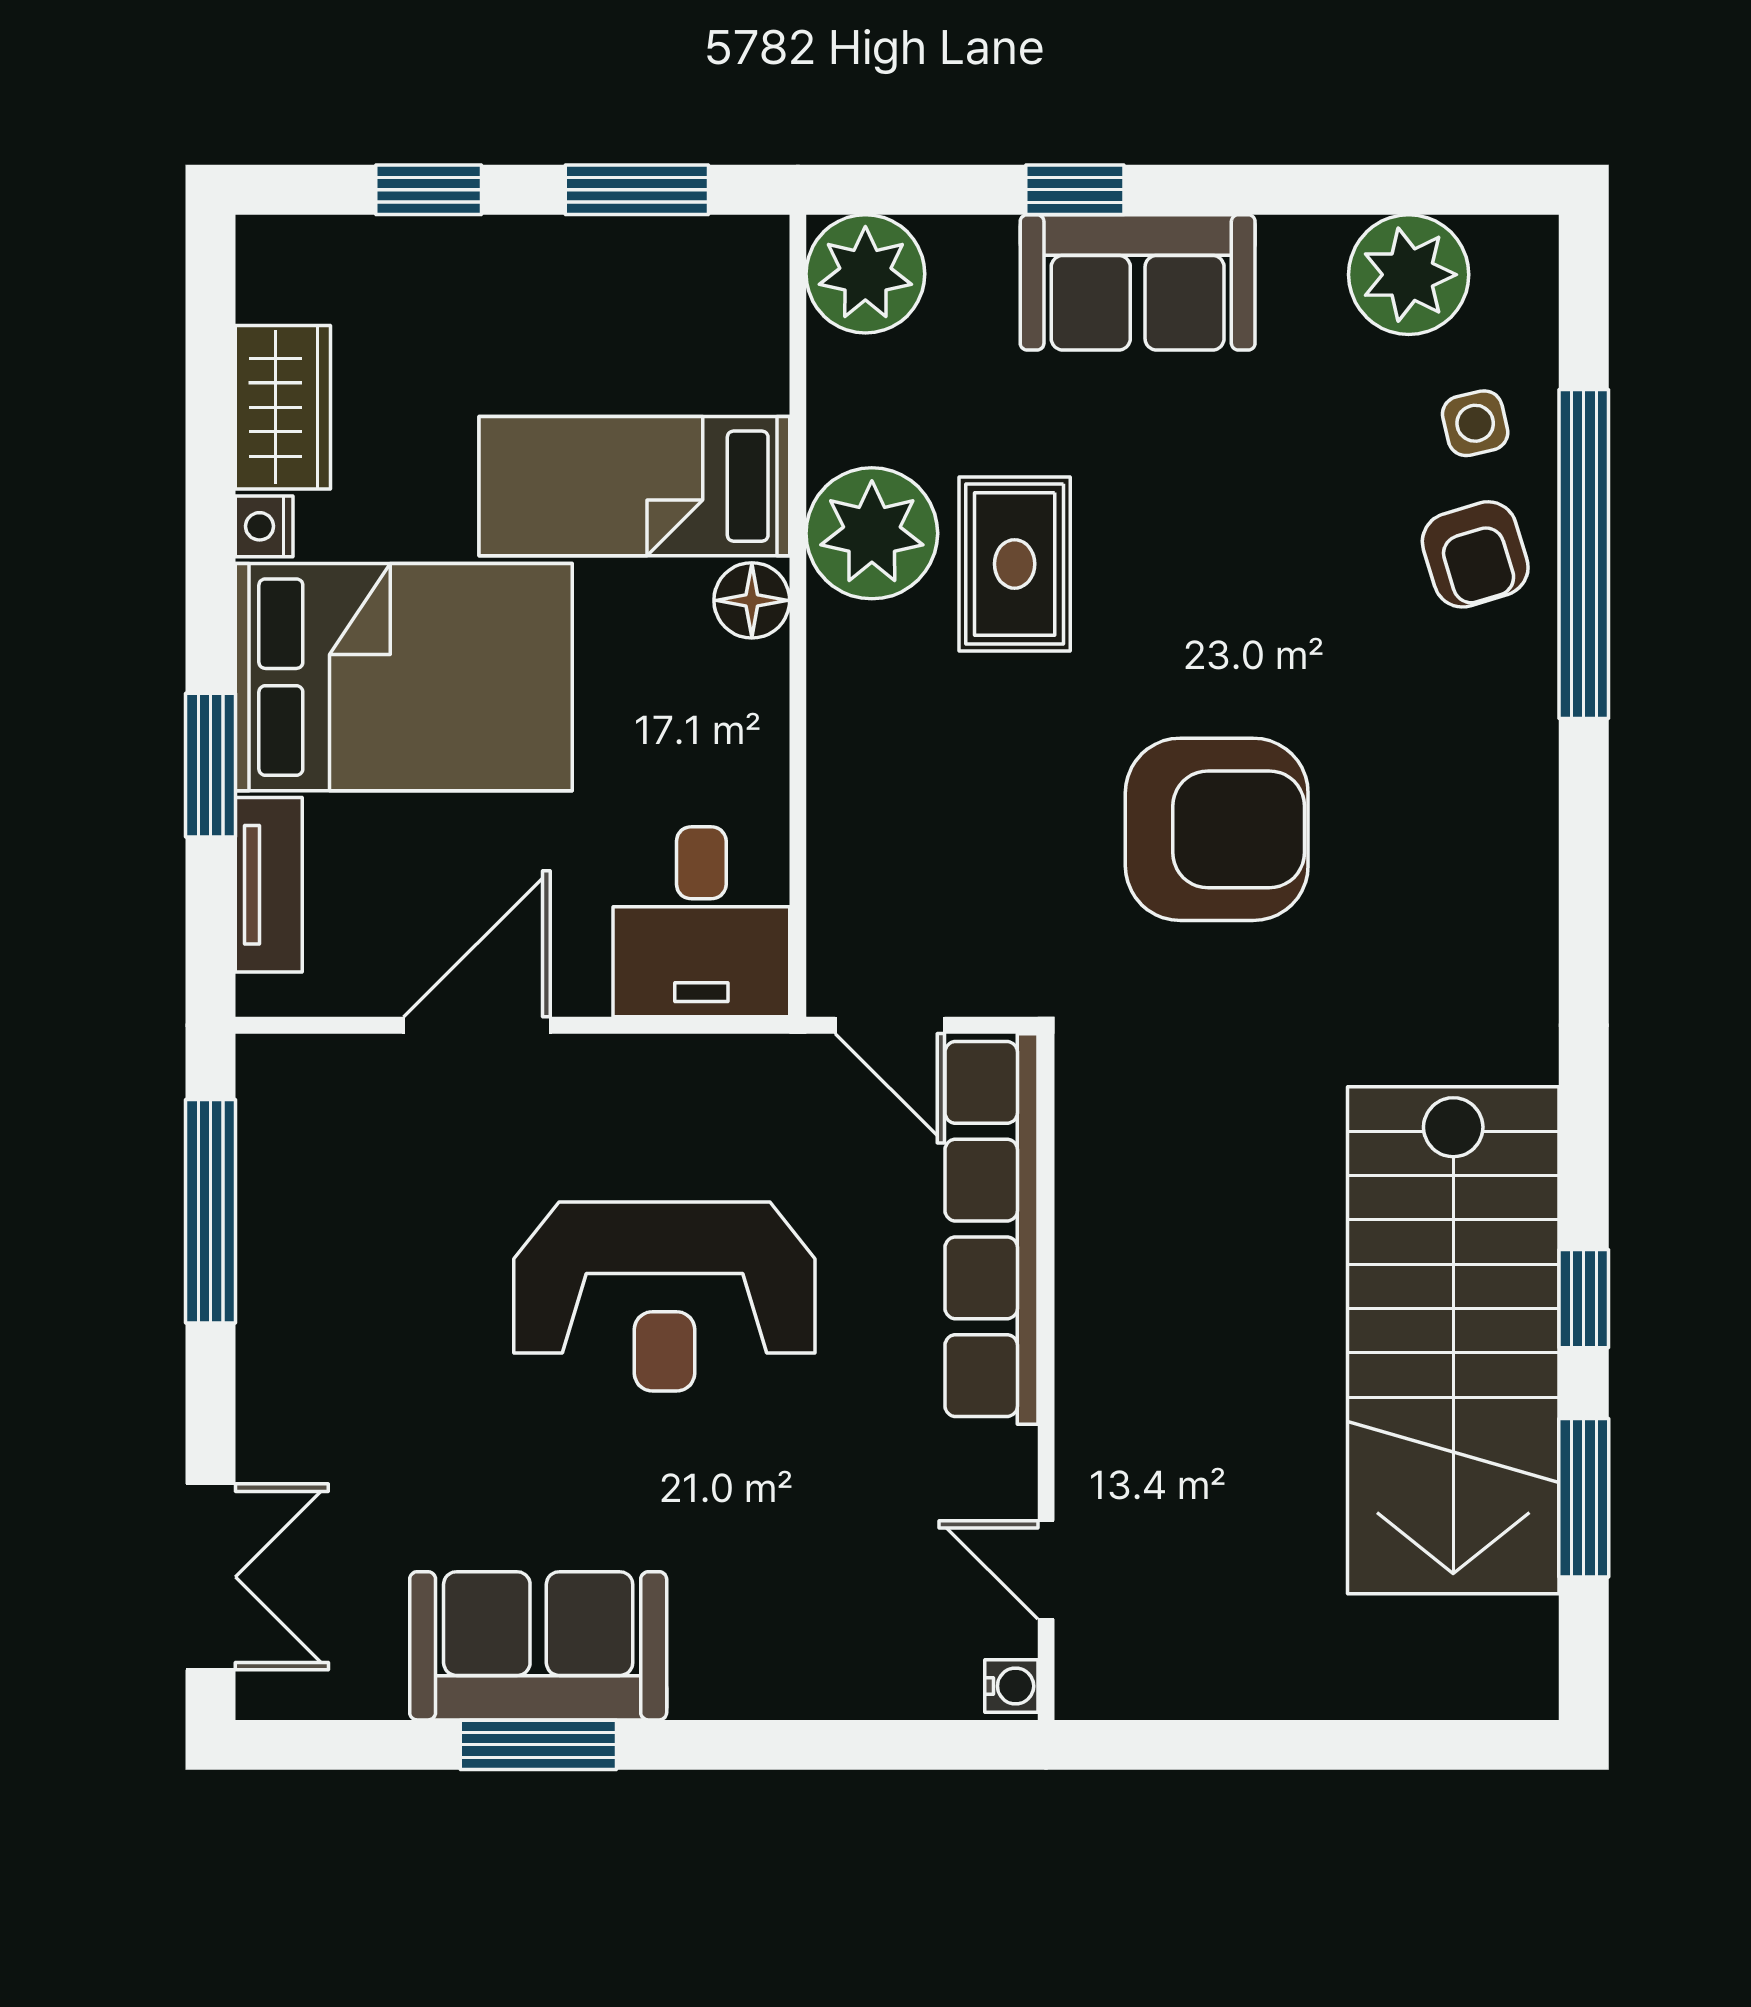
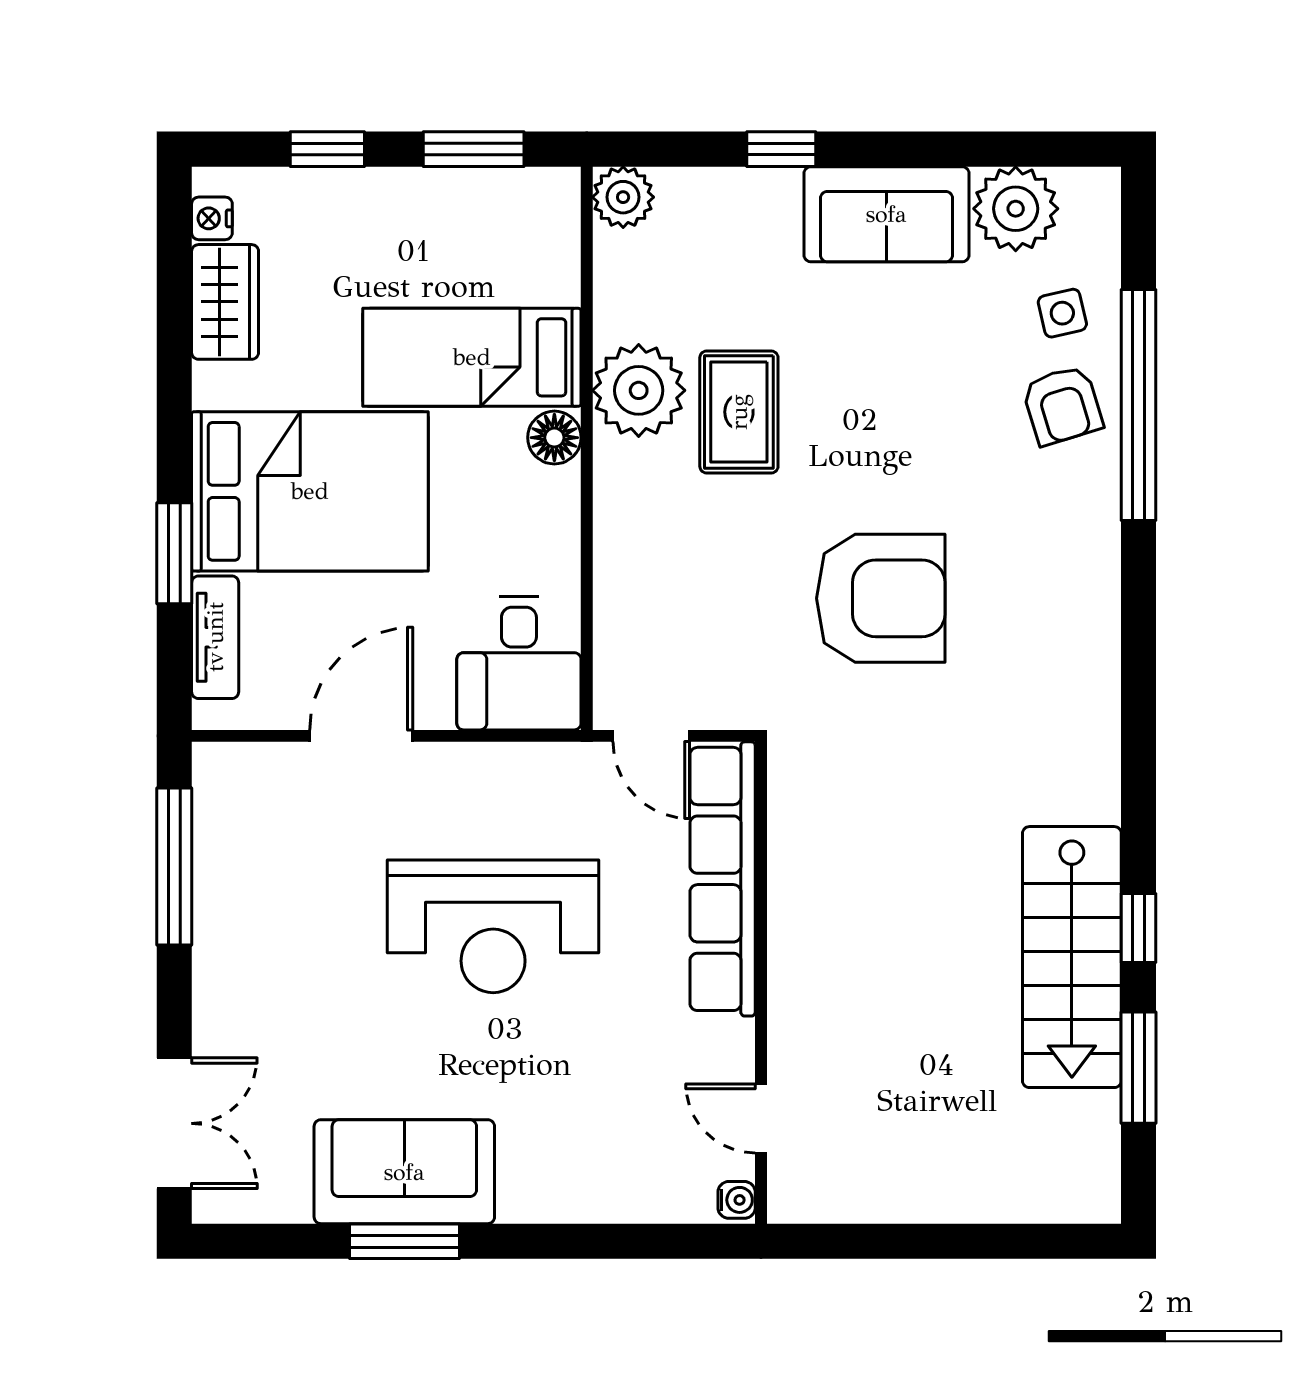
plant: (865, 274) -> (623, 197), width x0.73, depth x0.73
sofa: (1138, 282) -> (886, 214), moved
nightstand: (264, 526) -> (212, 218), moved
stairs: (1453, 1340) -> (1072, 957), width x0.73, depth x0.66

